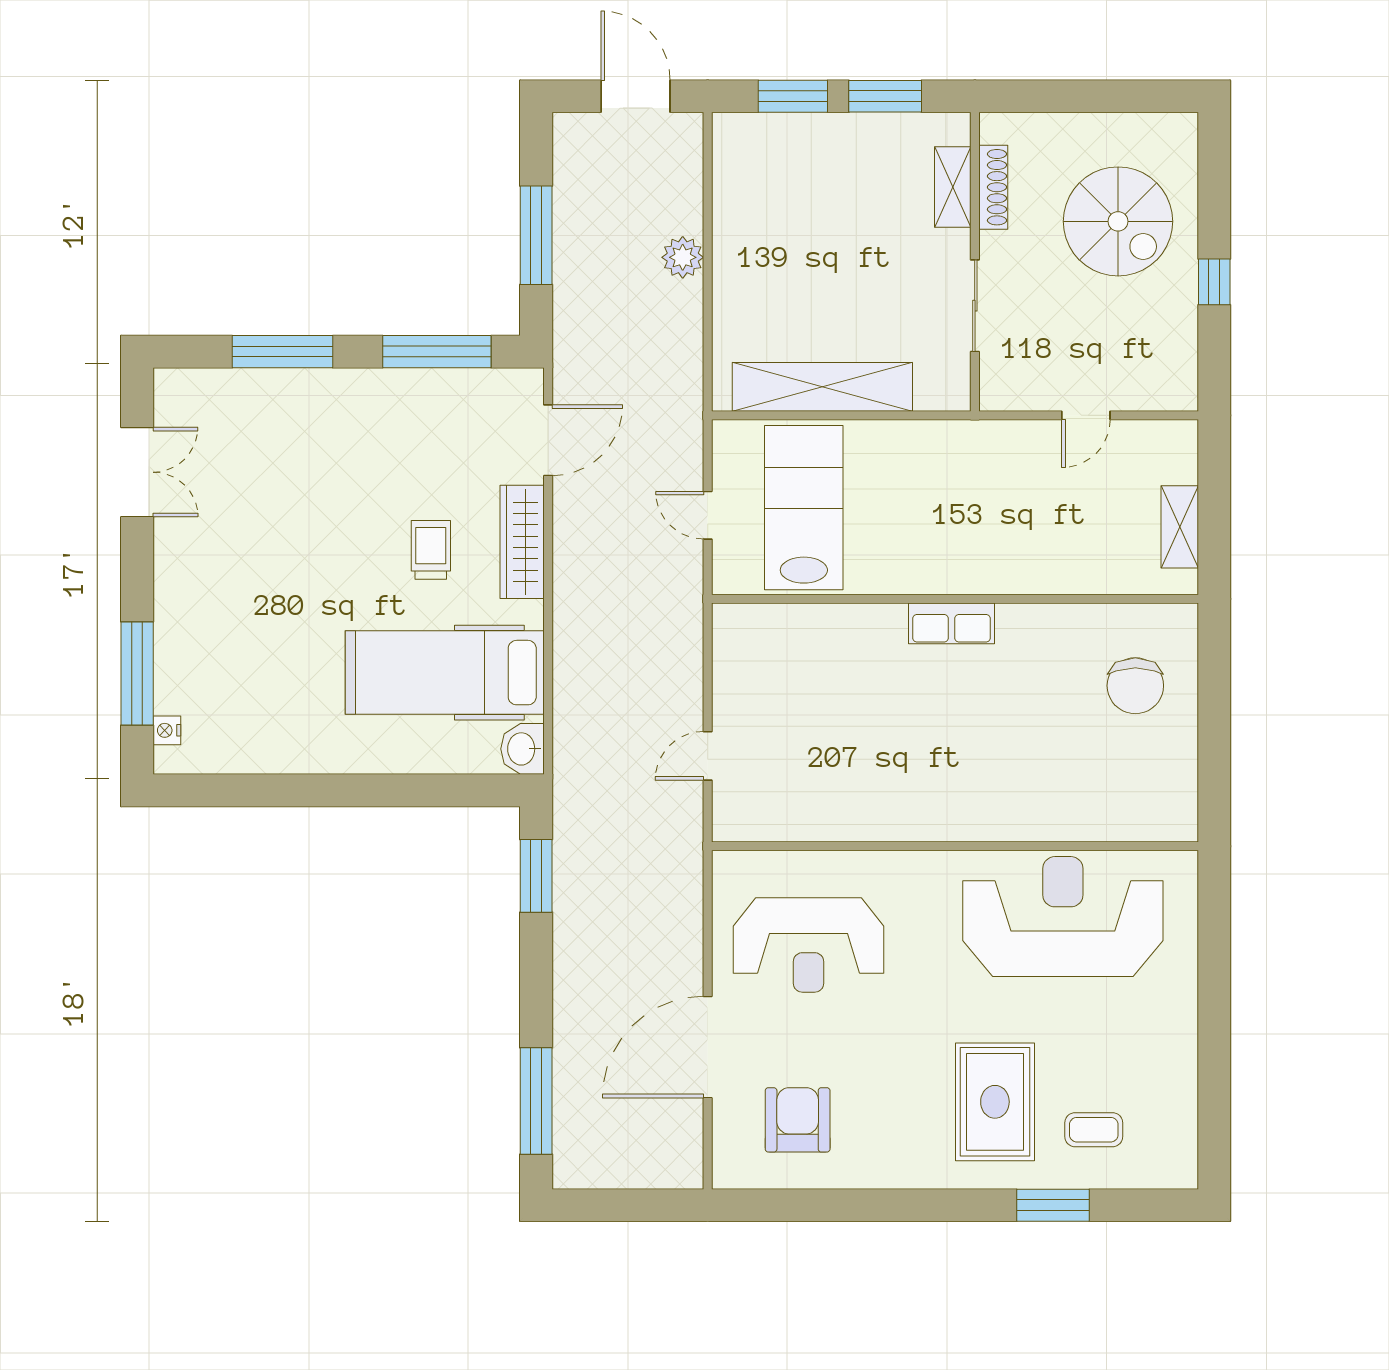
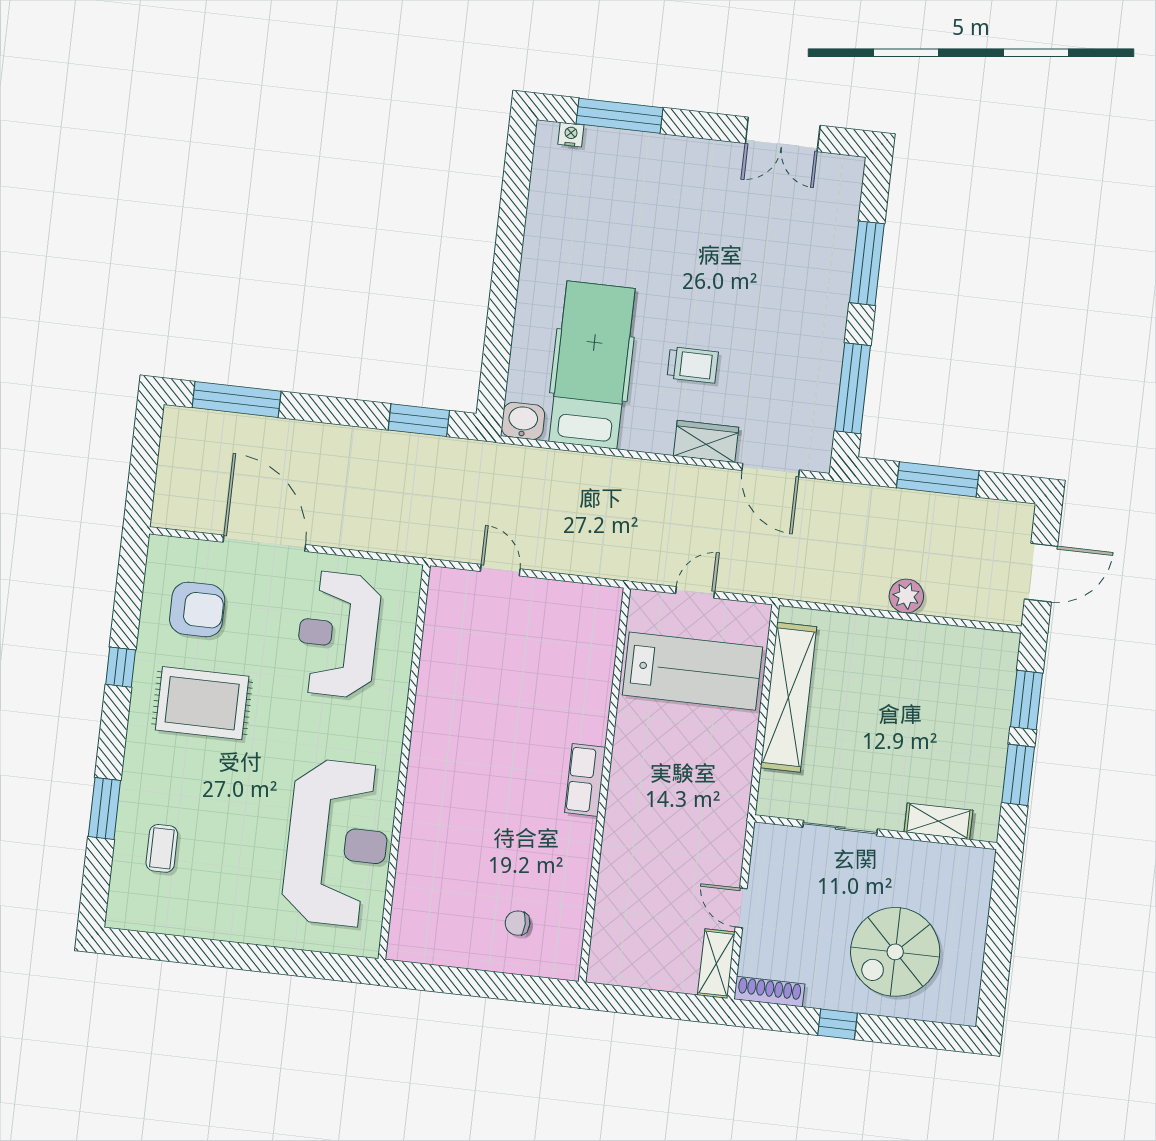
shoe rack: (993, 187) -> (769, 992), moved, turned 180
shelving: (1180, 527) -> (716, 964), moved, turned 90
wardrobe: (522, 542) -> (706, 441), width x0.67
chair: (1135, 686) -> (518, 923), width x0.54, depth x0.54
rug: (995, 1102) -> (202, 703), moved
window: (878, 1205) -> (121, 667), added

